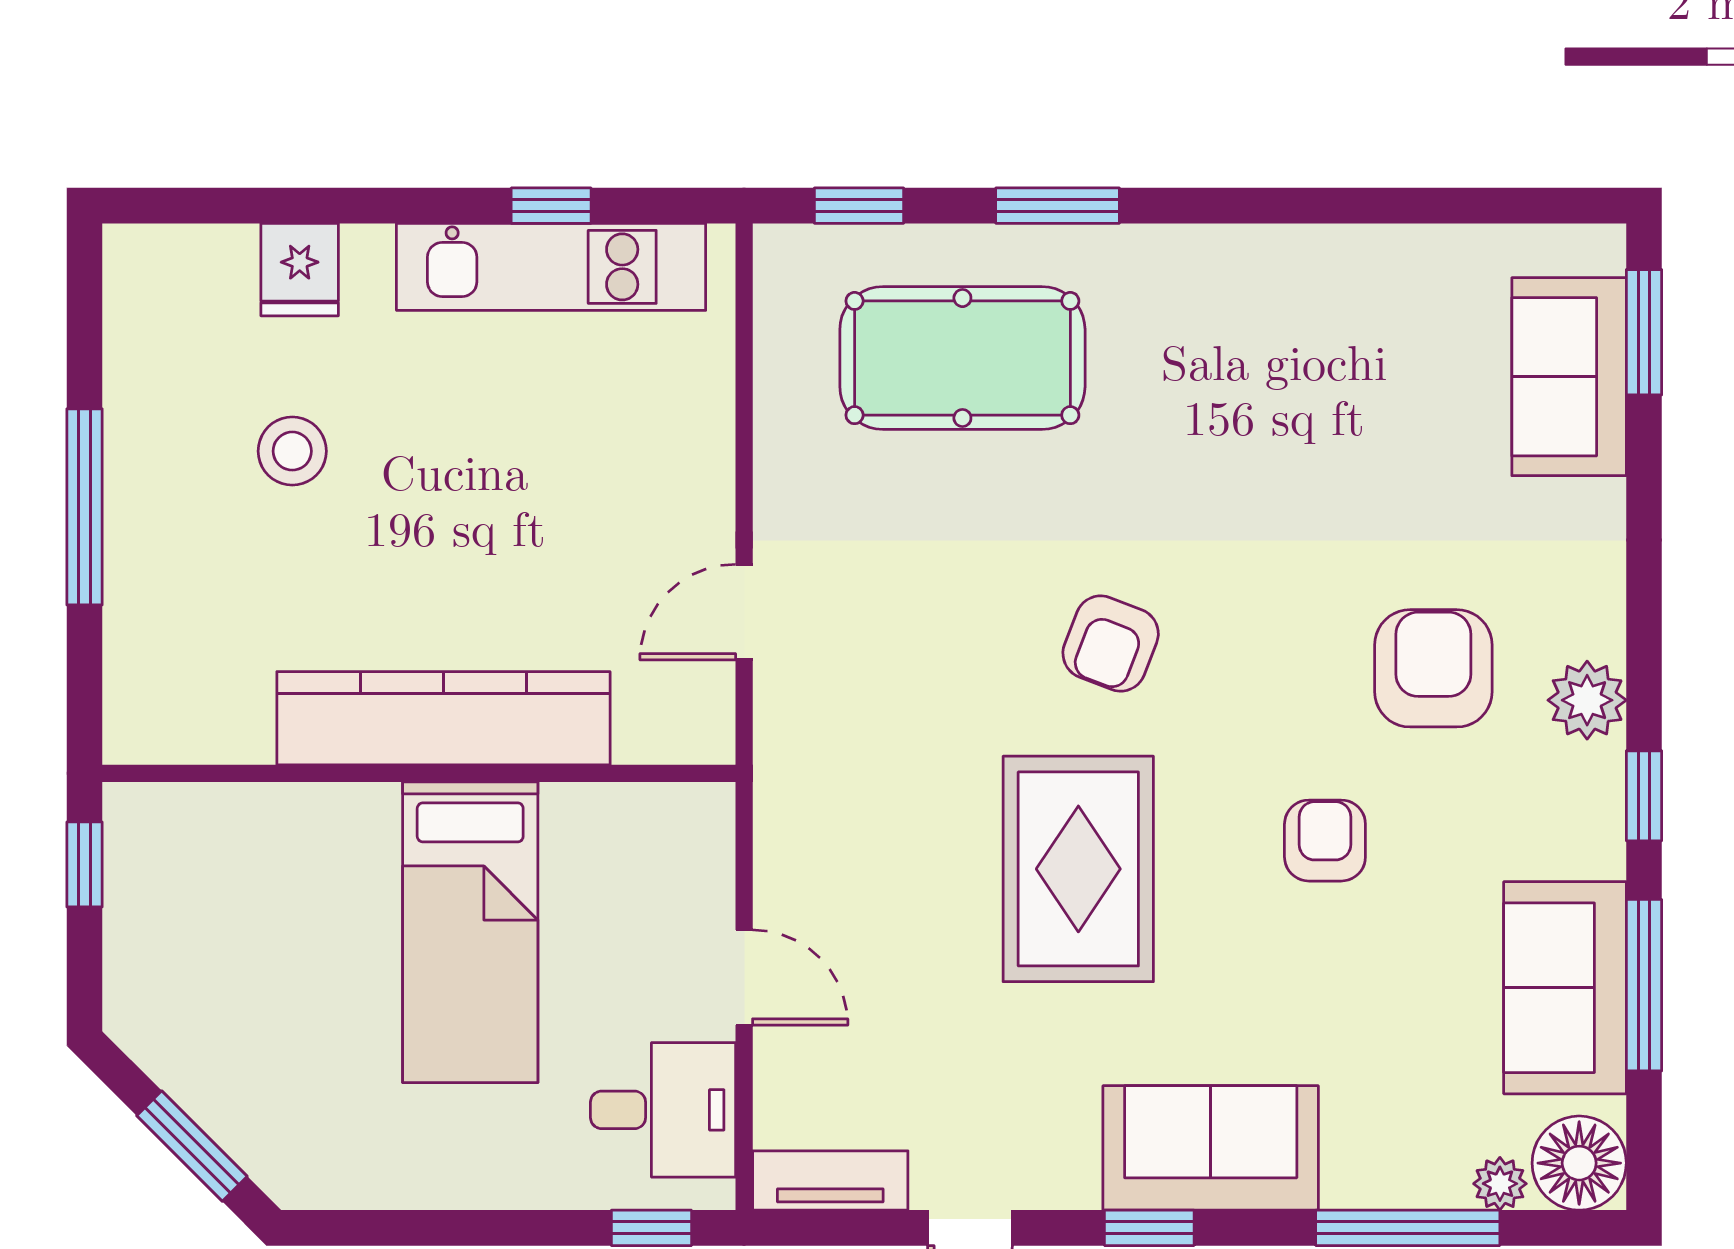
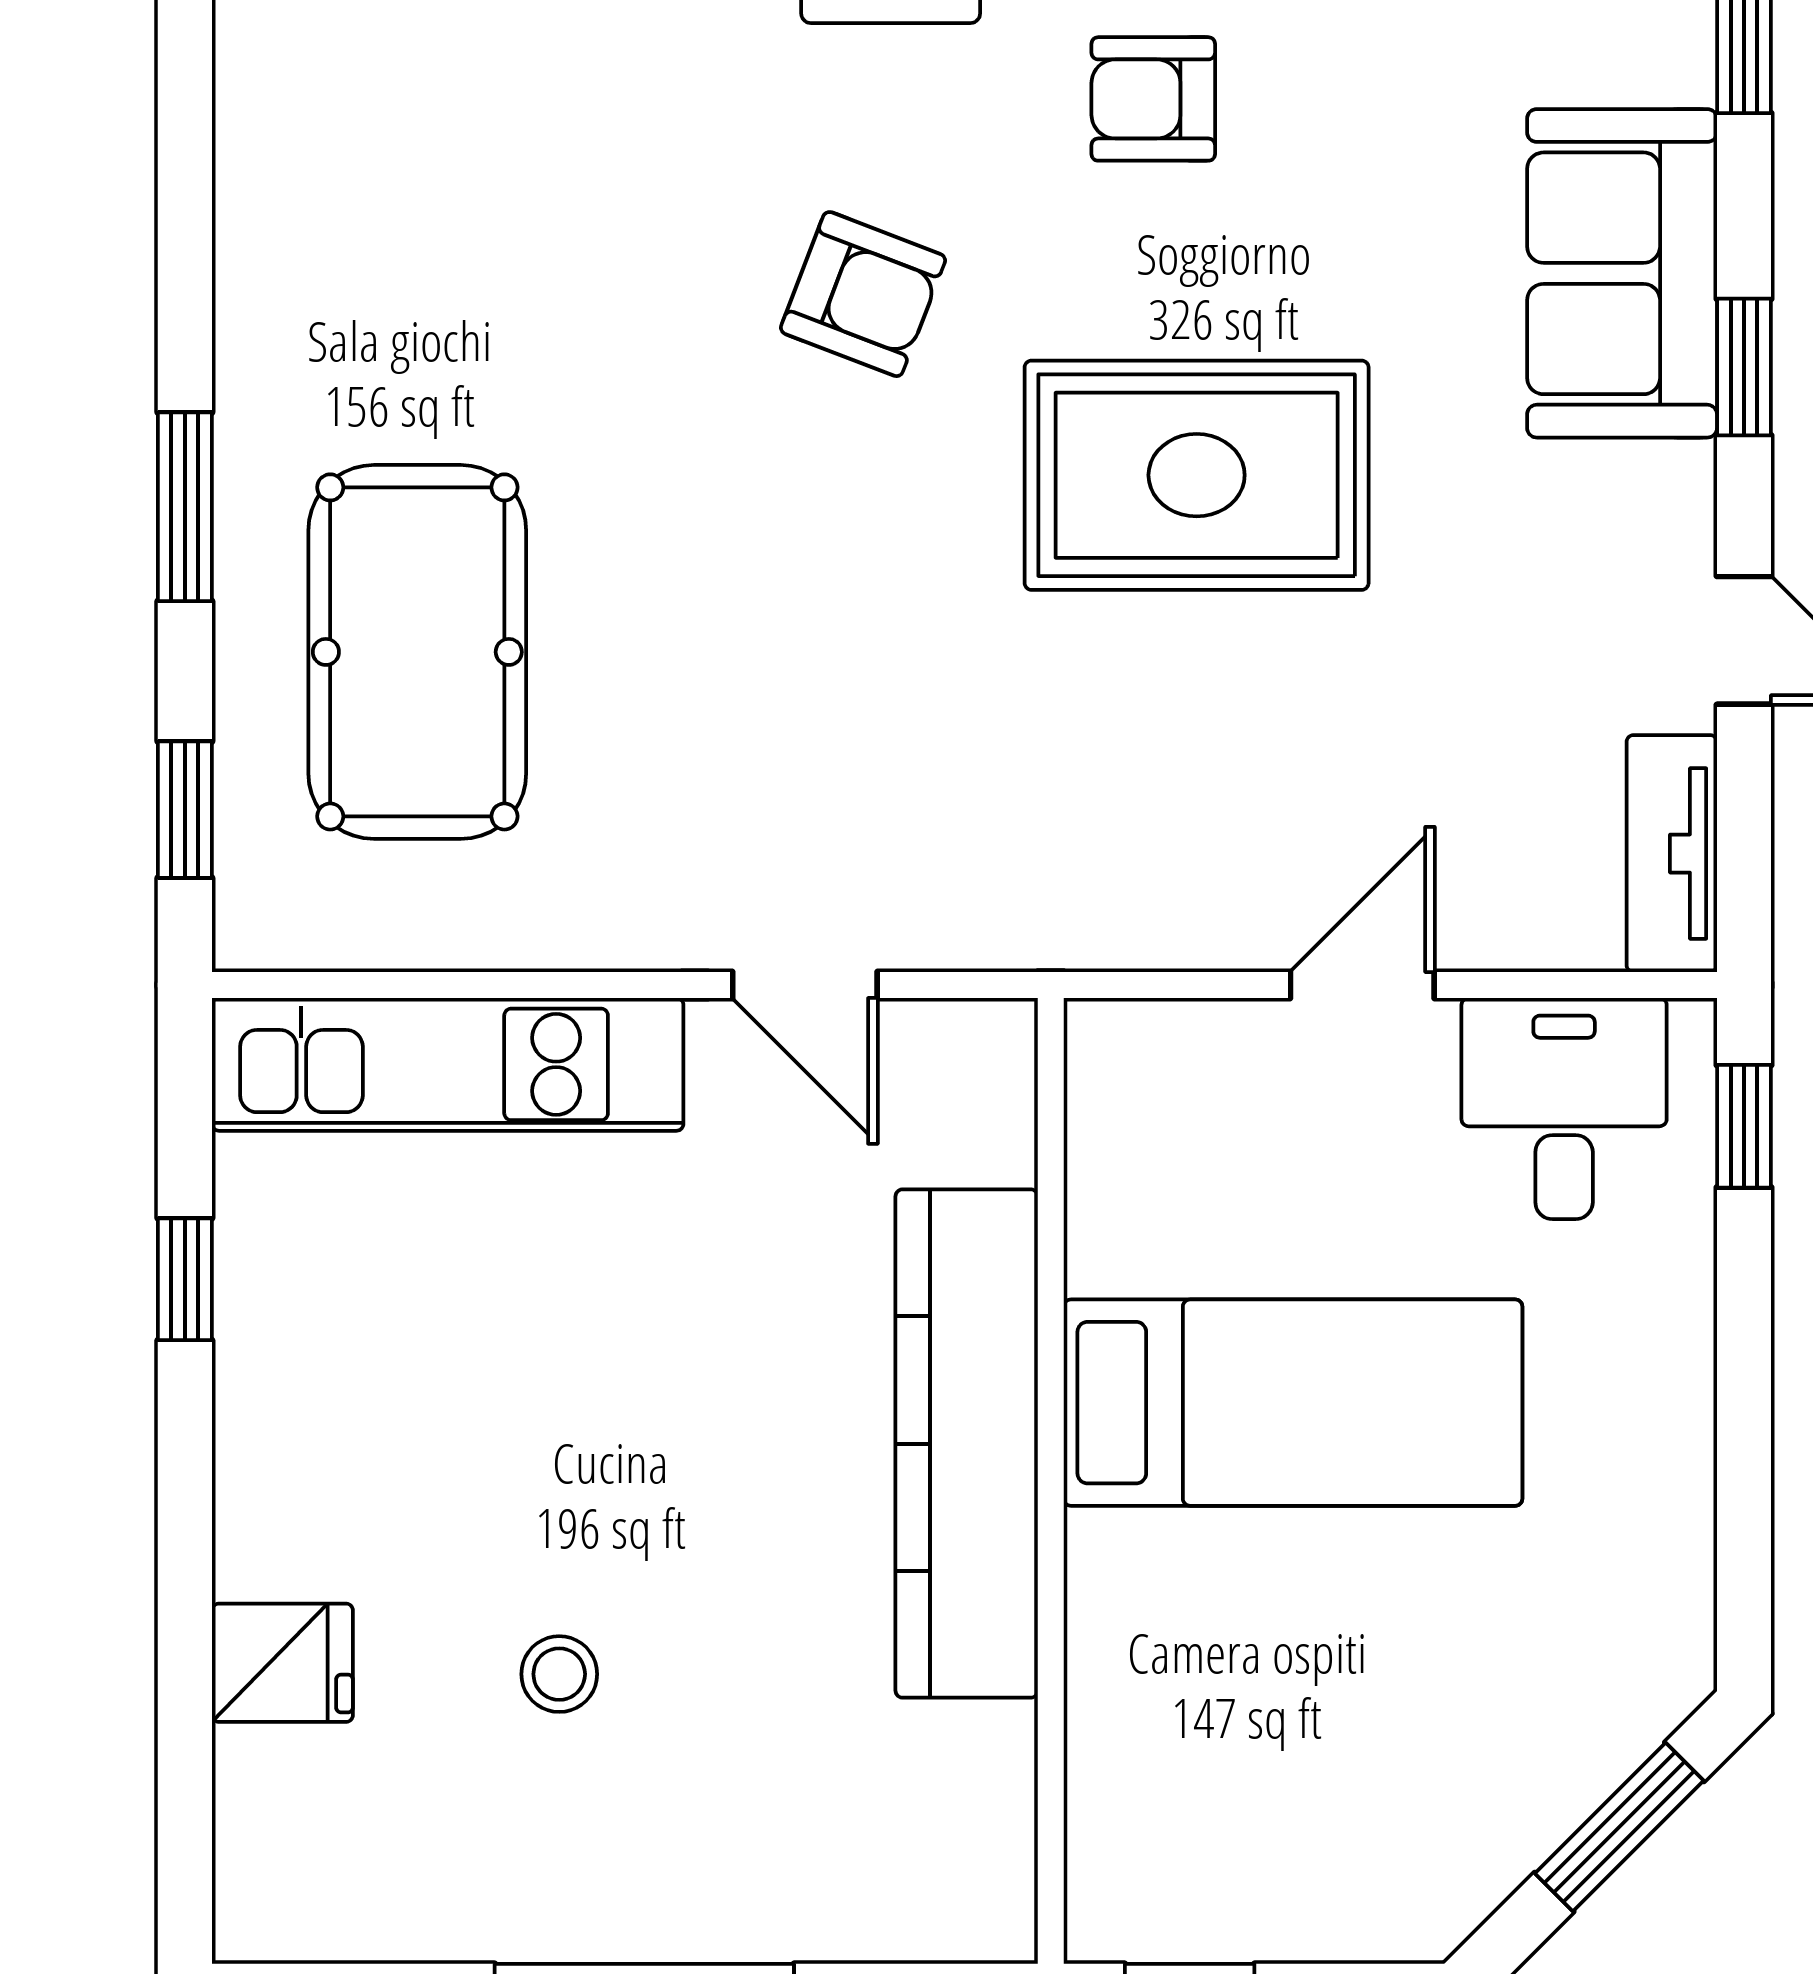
kitchen unit: (551, 267) -> (448, 1064), moved, turned 90
stool: (292, 451) -> (559, 1674), width x0.73, depth x0.73
armchair: (1111, 643) -> (863, 294), moved

